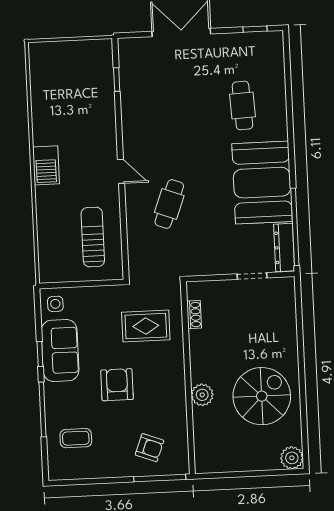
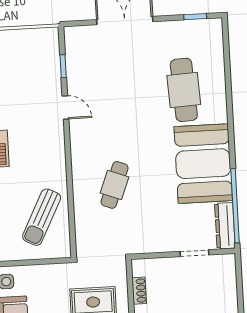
cafe table: (242, 105) -> (184, 90), width x1.37, depth x1.35
door: (121, 171) -> (65, 107), moved
sun lounger: (93, 237) -> (42, 217), turned -153

